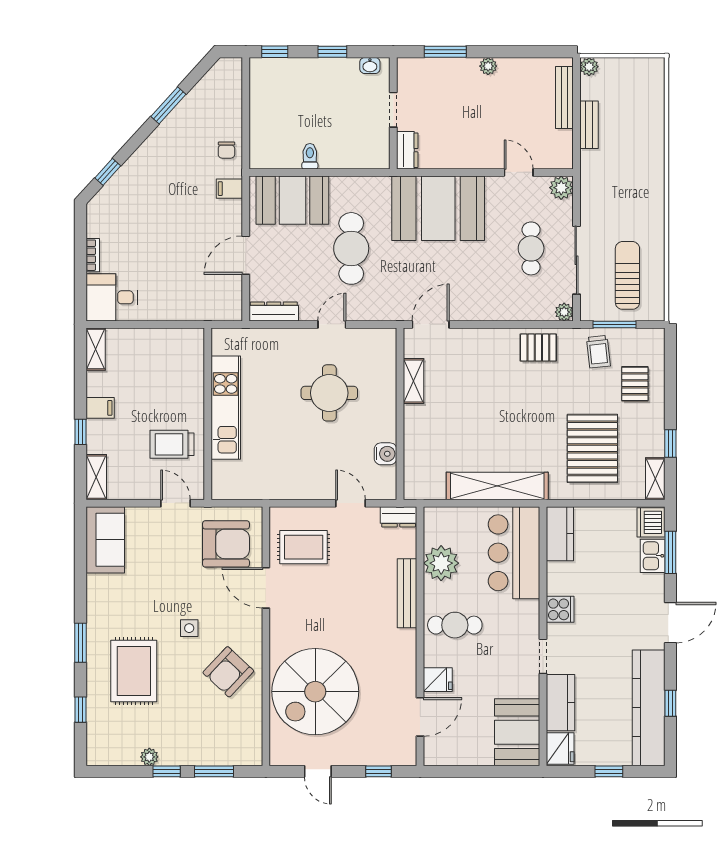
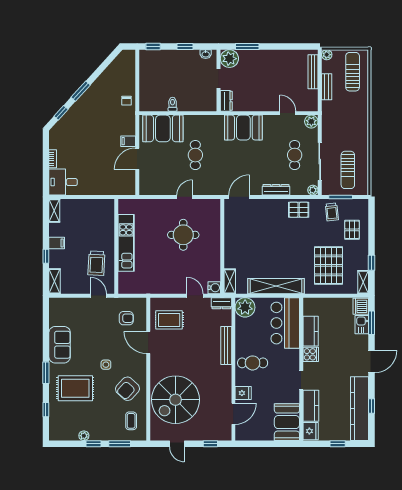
plant: (488, 66) -> (229, 59), moved, width x1.87, depth x1.87
sun lounger: (636, 97) -> (353, 72), added
window: (168, 105) -> (81, 91), moved
filing cabinet: (229, 189) -> (128, 141), moved
booth: (438, 208) -> (243, 128), width x0.73, depth x0.70
cafe table: (351, 248) -> (195, 155), width x0.73, depth x0.74
sun lounger: (627, 275) -> (348, 170), turned 180
dresser: (274, 311) -> (276, 190), moved
shelving: (413, 381) -> (230, 281), moved
trolley: (172, 444) -> (96, 263), turned -87
water cooler: (385, 454) -> (214, 288), moved
kitchen counter: (560, 534) -> (311, 331), moved
sofa: (105, 540) -> (60, 345), moved
armchair: (226, 544) -> (126, 318), width x0.53, depth x0.53
plant: (441, 563) -> (245, 307), moved
rug: (134, 671) -> (75, 388), turned 90
coffee table: (235, 730) -> (131, 421), added

